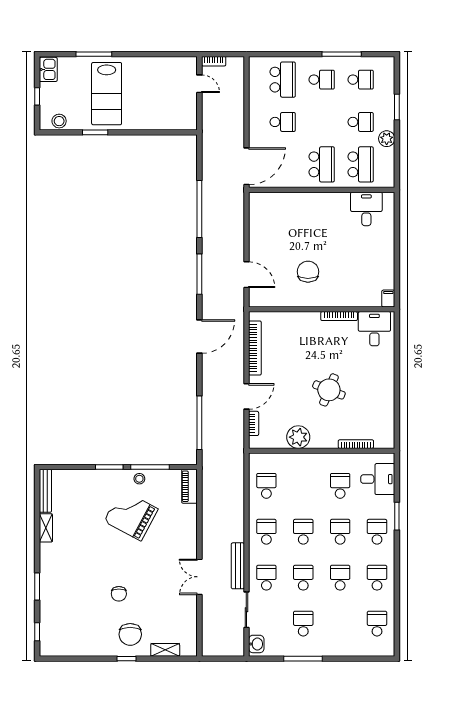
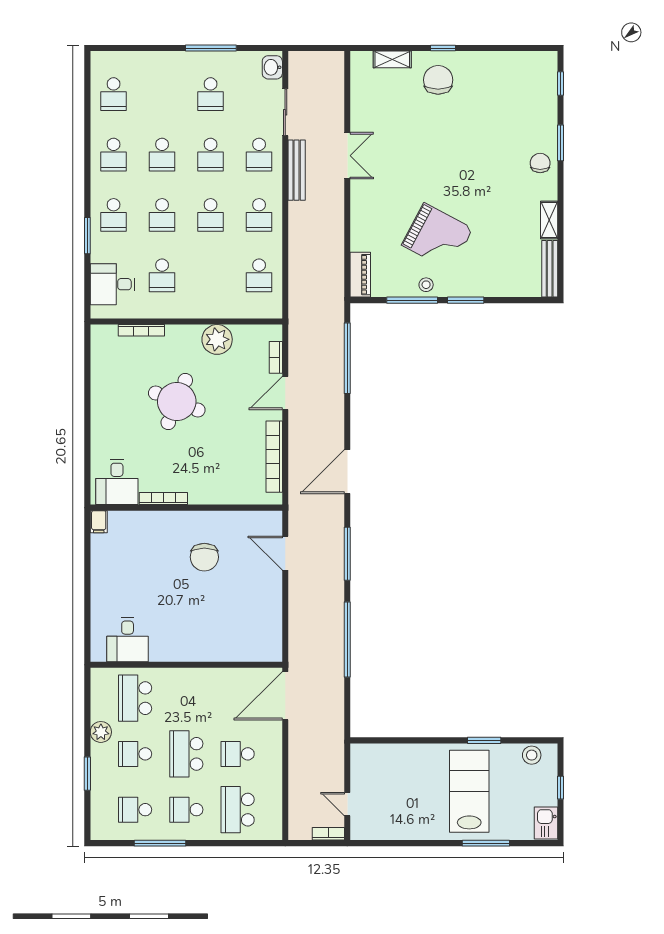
school desk: (322, 164) -> (186, 754), moved
round table: (329, 390) -> (177, 401), width x1.36, depth x1.36
chair: (119, 594) -> (540, 163), moved

